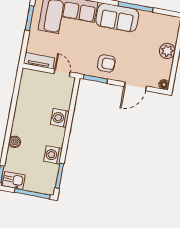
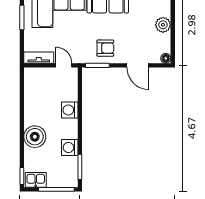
door: (135, 86) -> (138, 65), hinge flipped
boiler: (15, 142) -> (35, 137), width x1.86, depth x1.86

